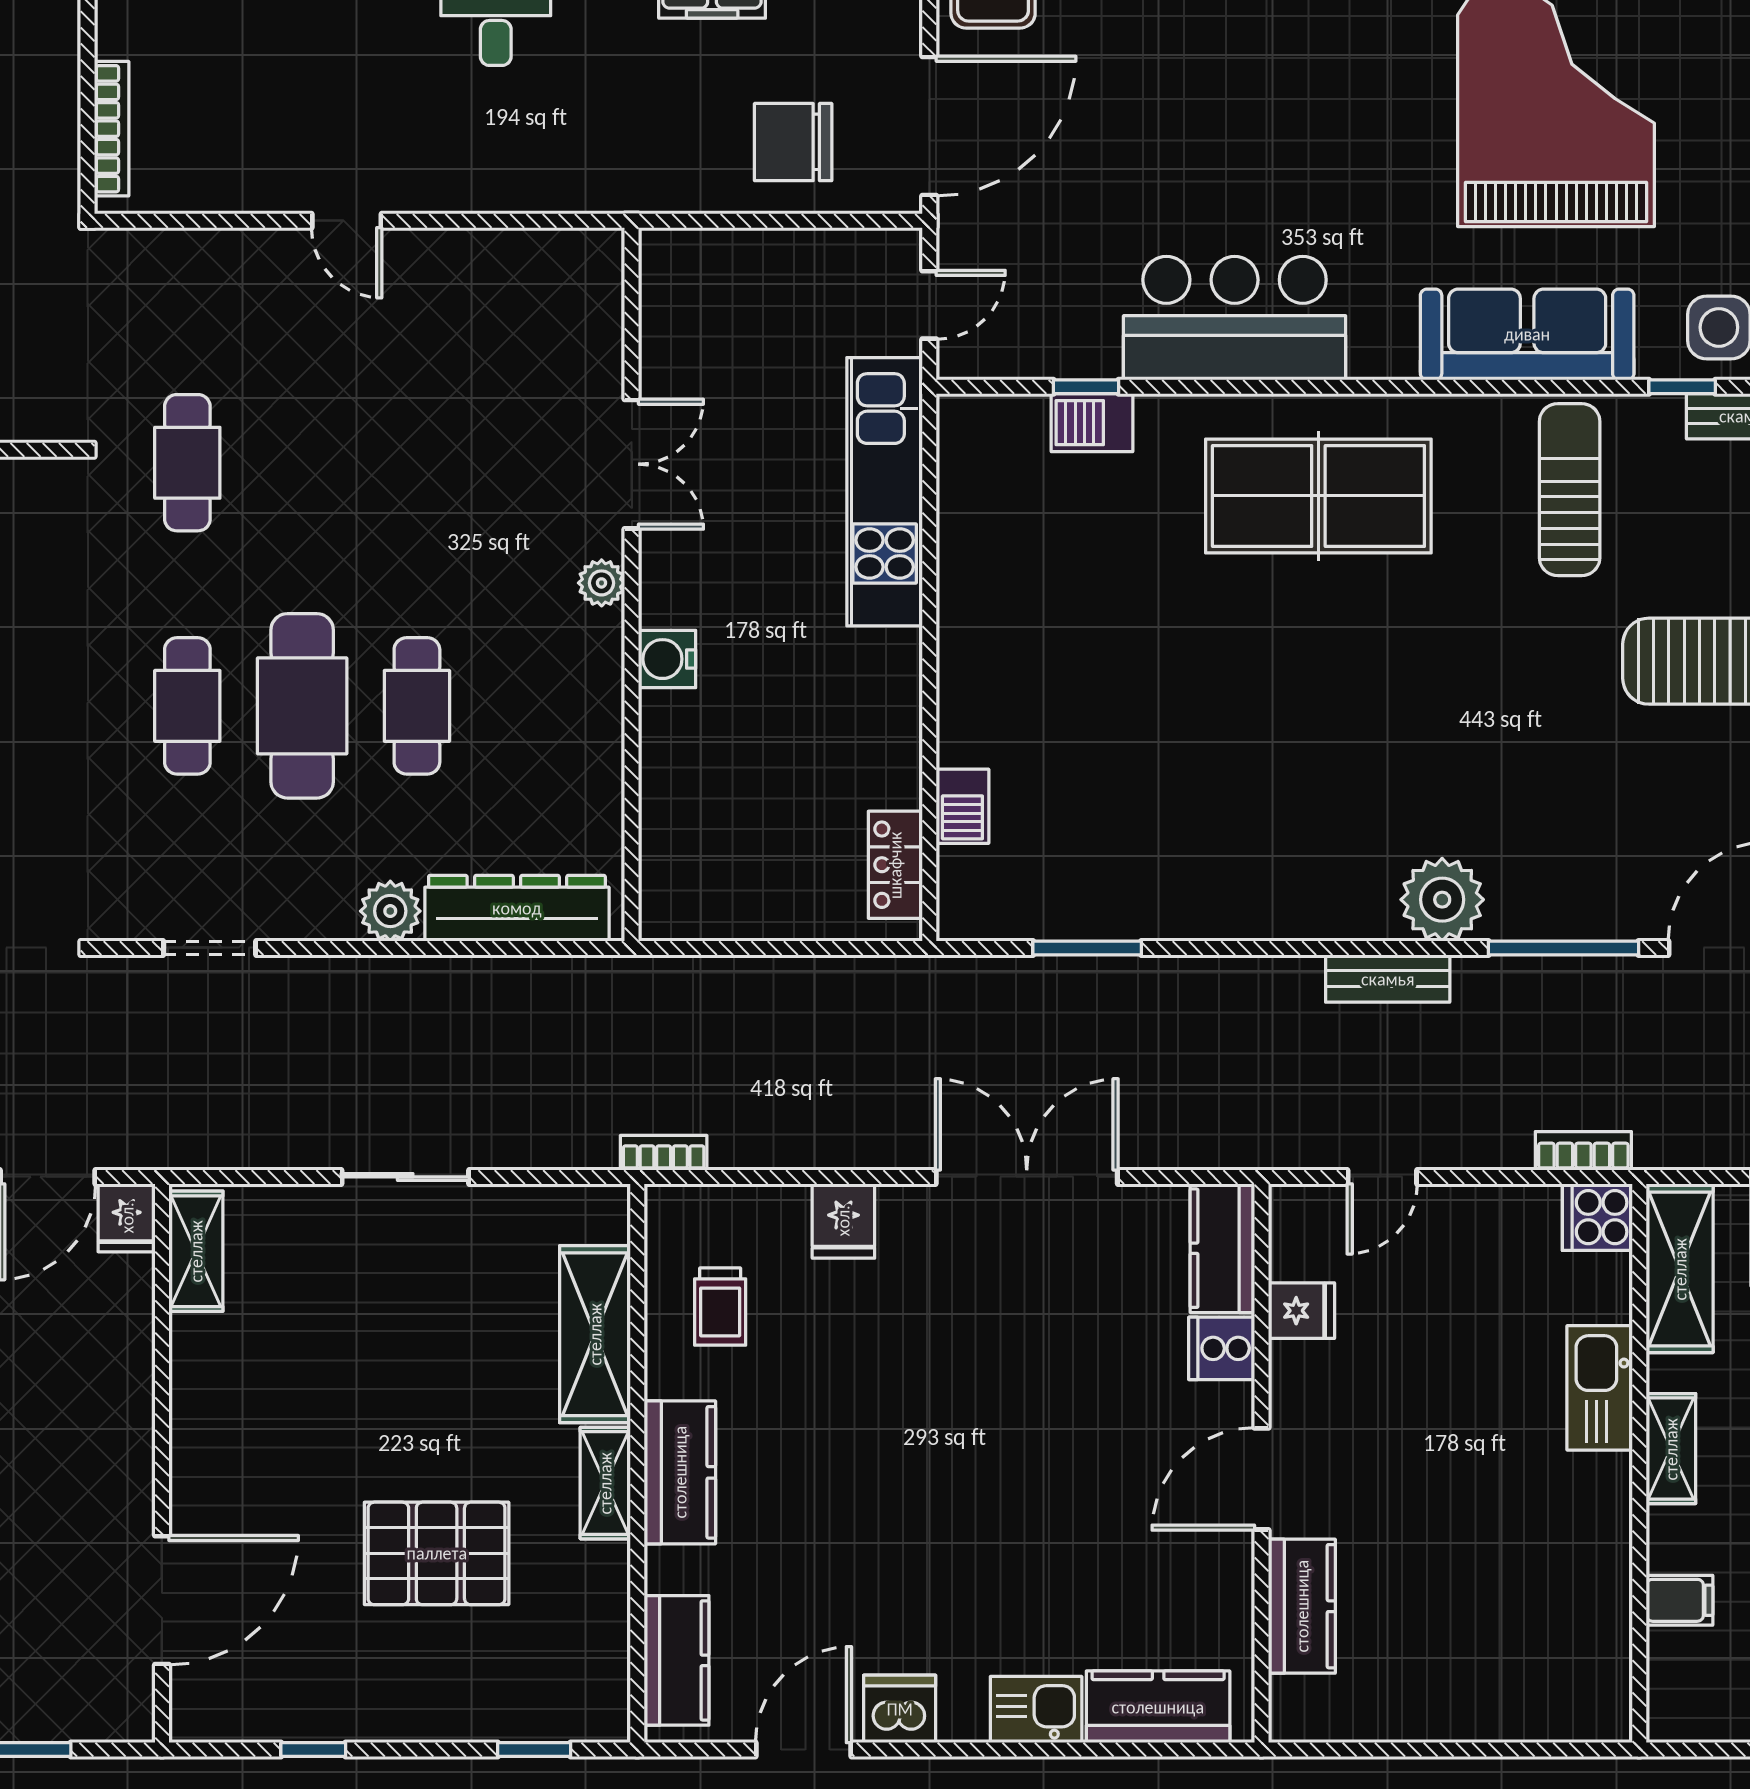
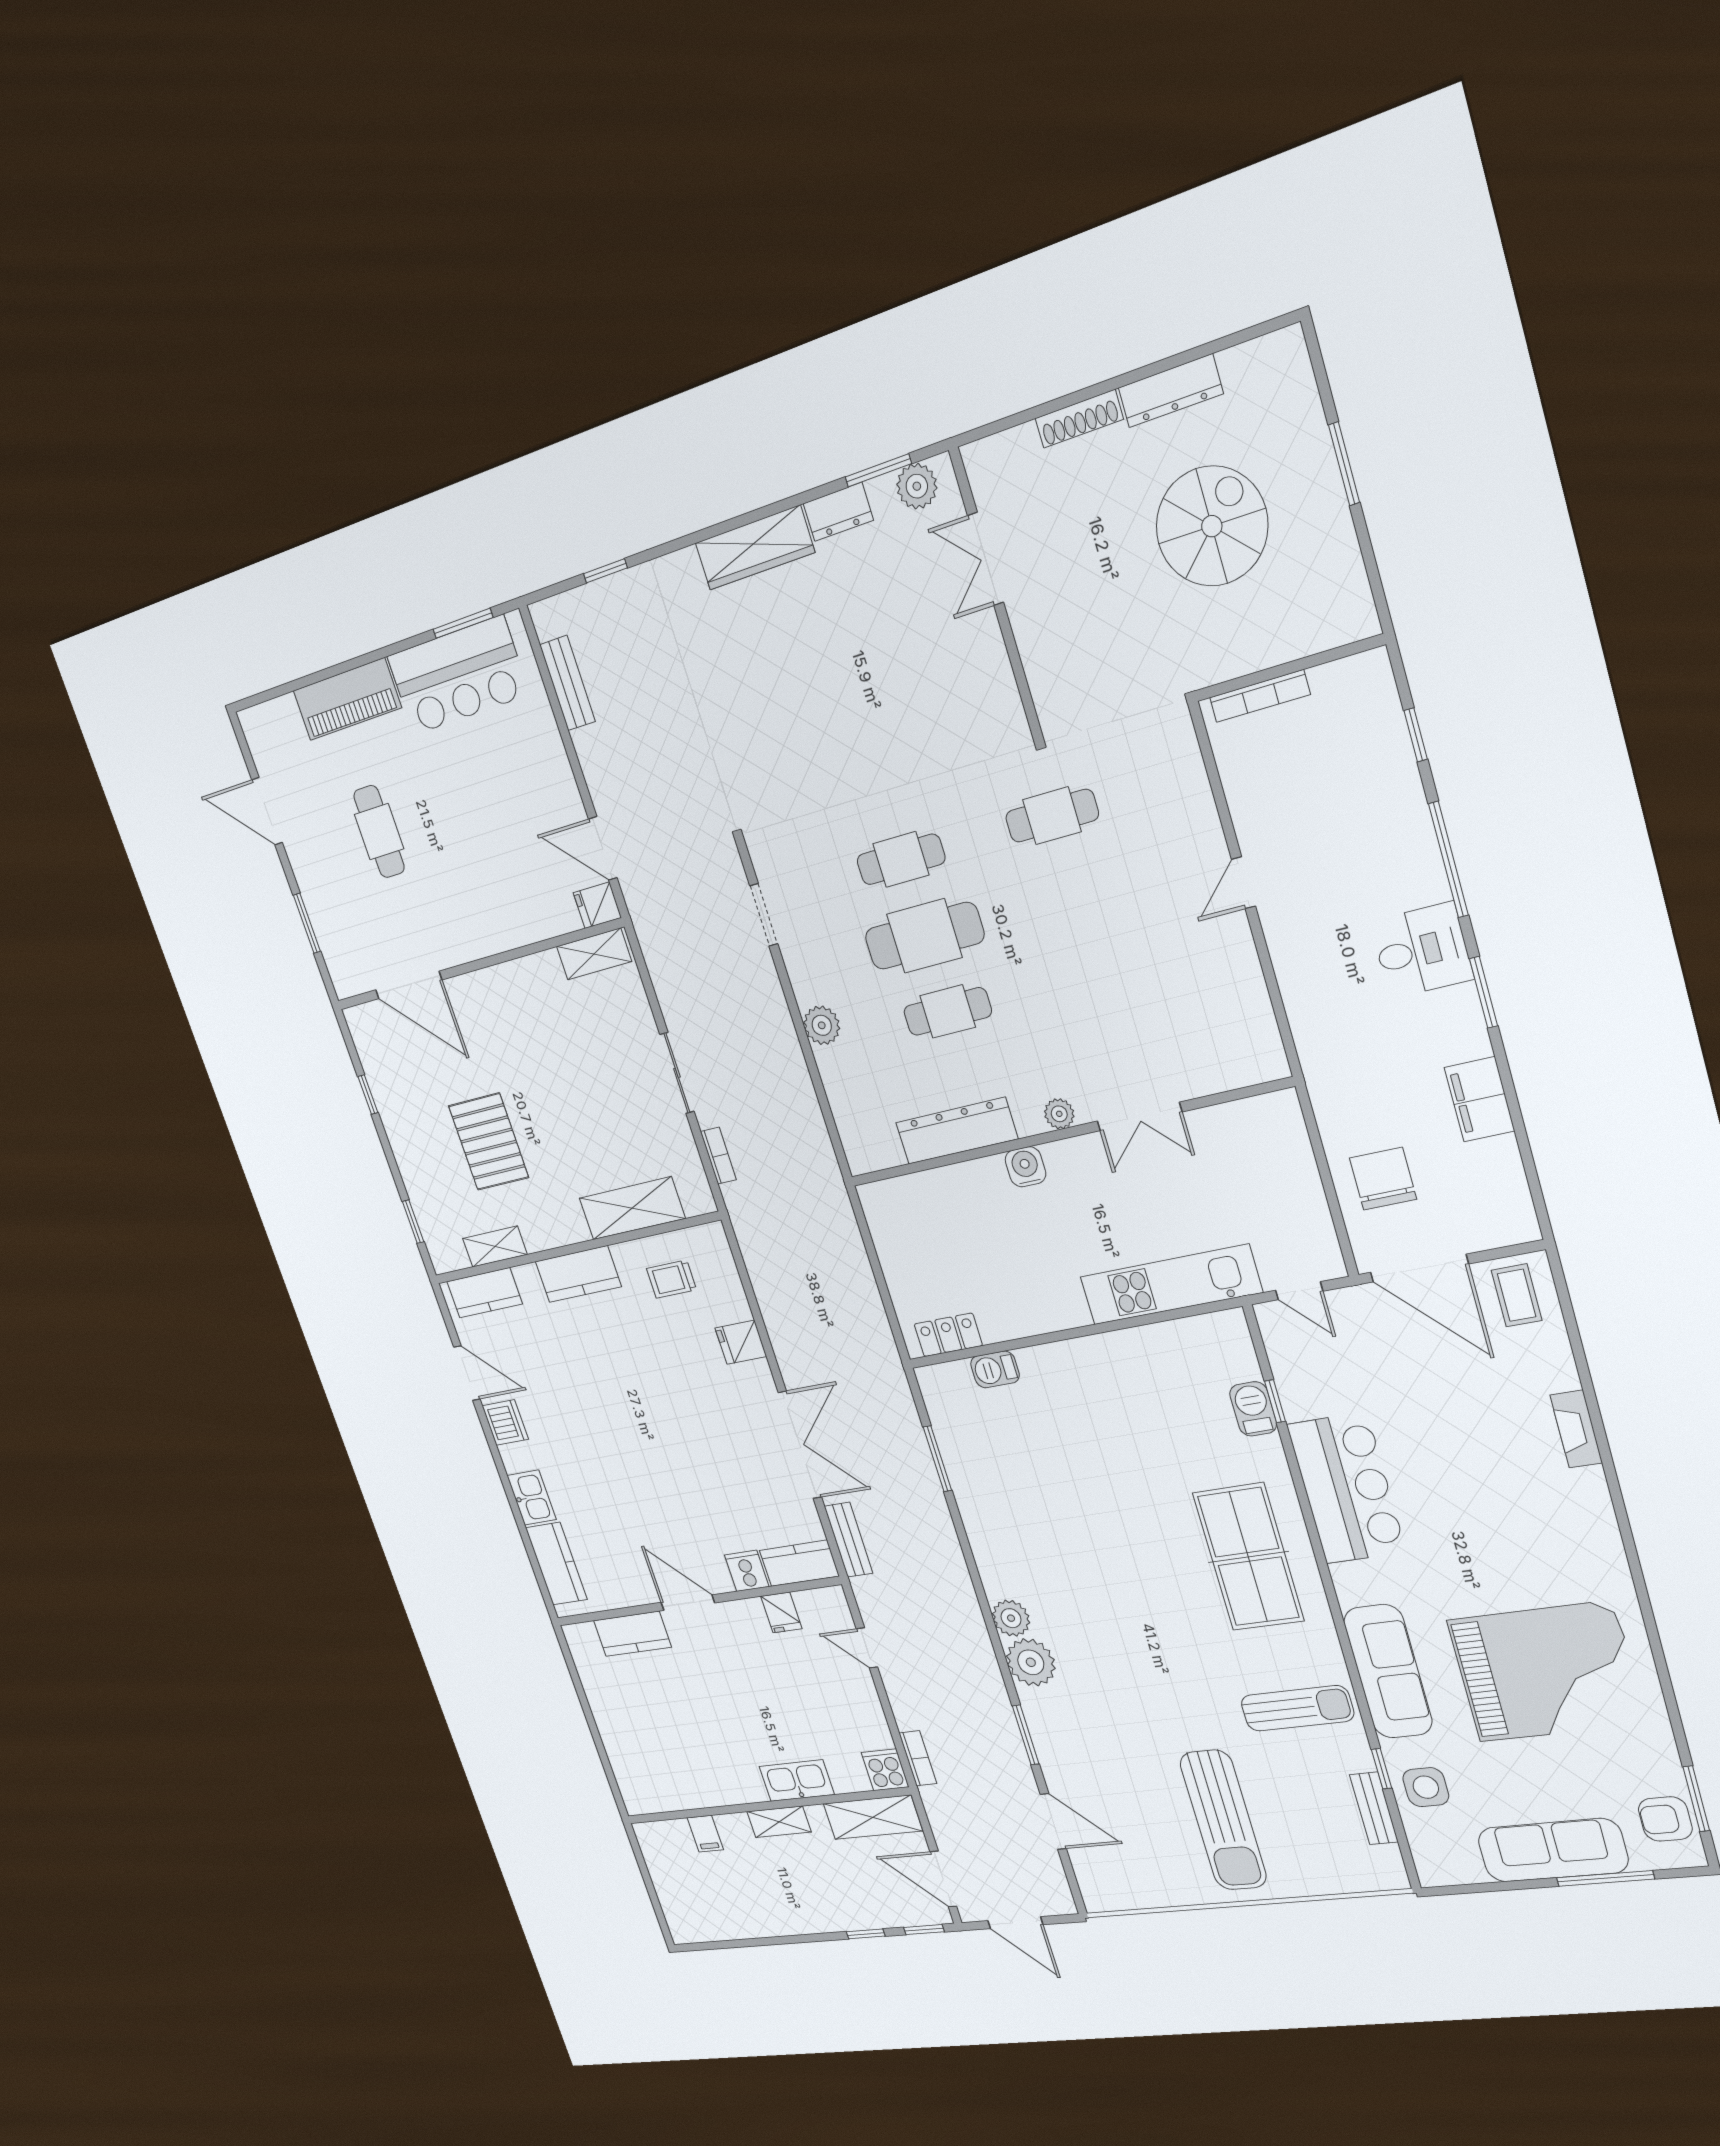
dresser: (517, 908) -> (957, 1131), moved, turned -90
plant: (1365, 909) -> (1011, 1618), added
window: (1564, 948) -> (1026, 1735), width x0.69
bench: (1388, 979) -> (848, 1540), moved
bookcase: (664, 1153) -> (718, 1156), moved
shelving: (605, 1483) -> (495, 1246), moved

